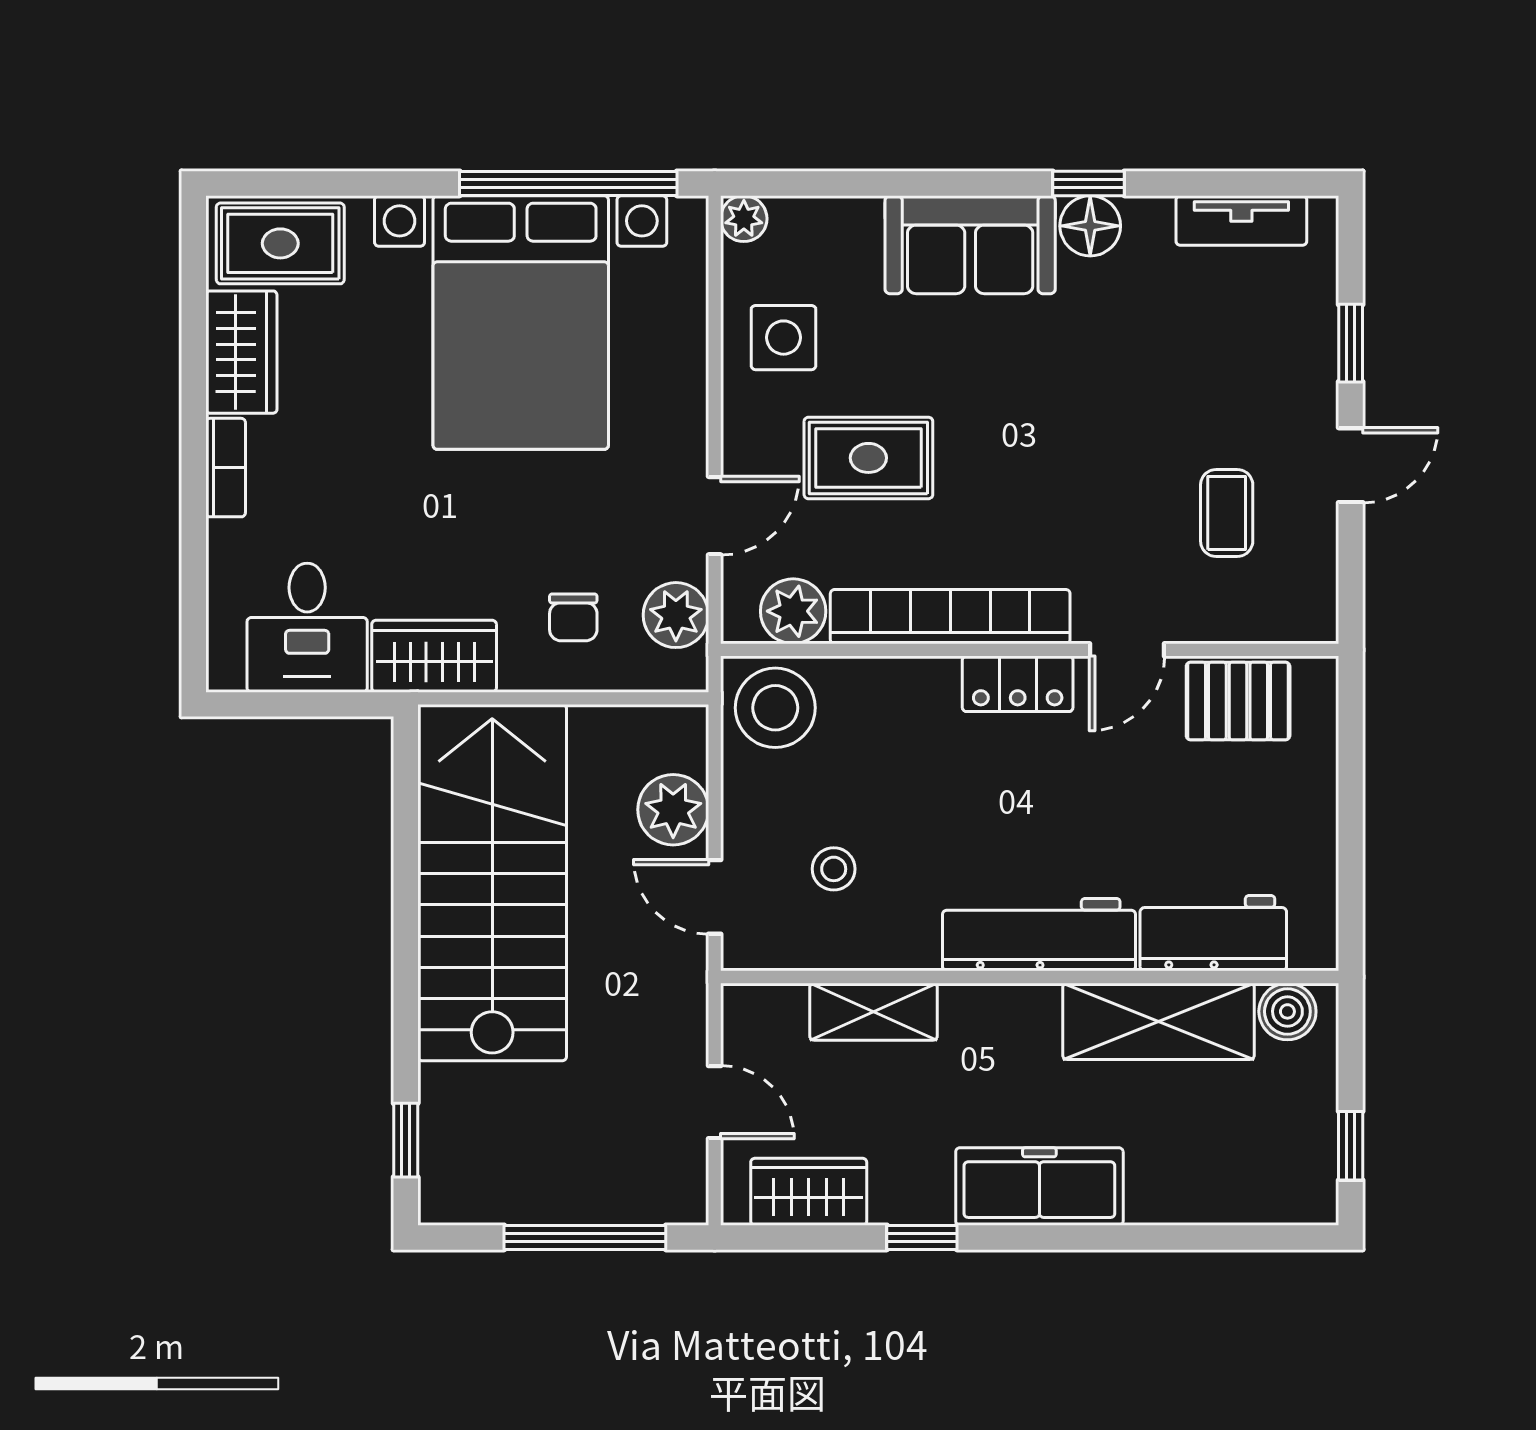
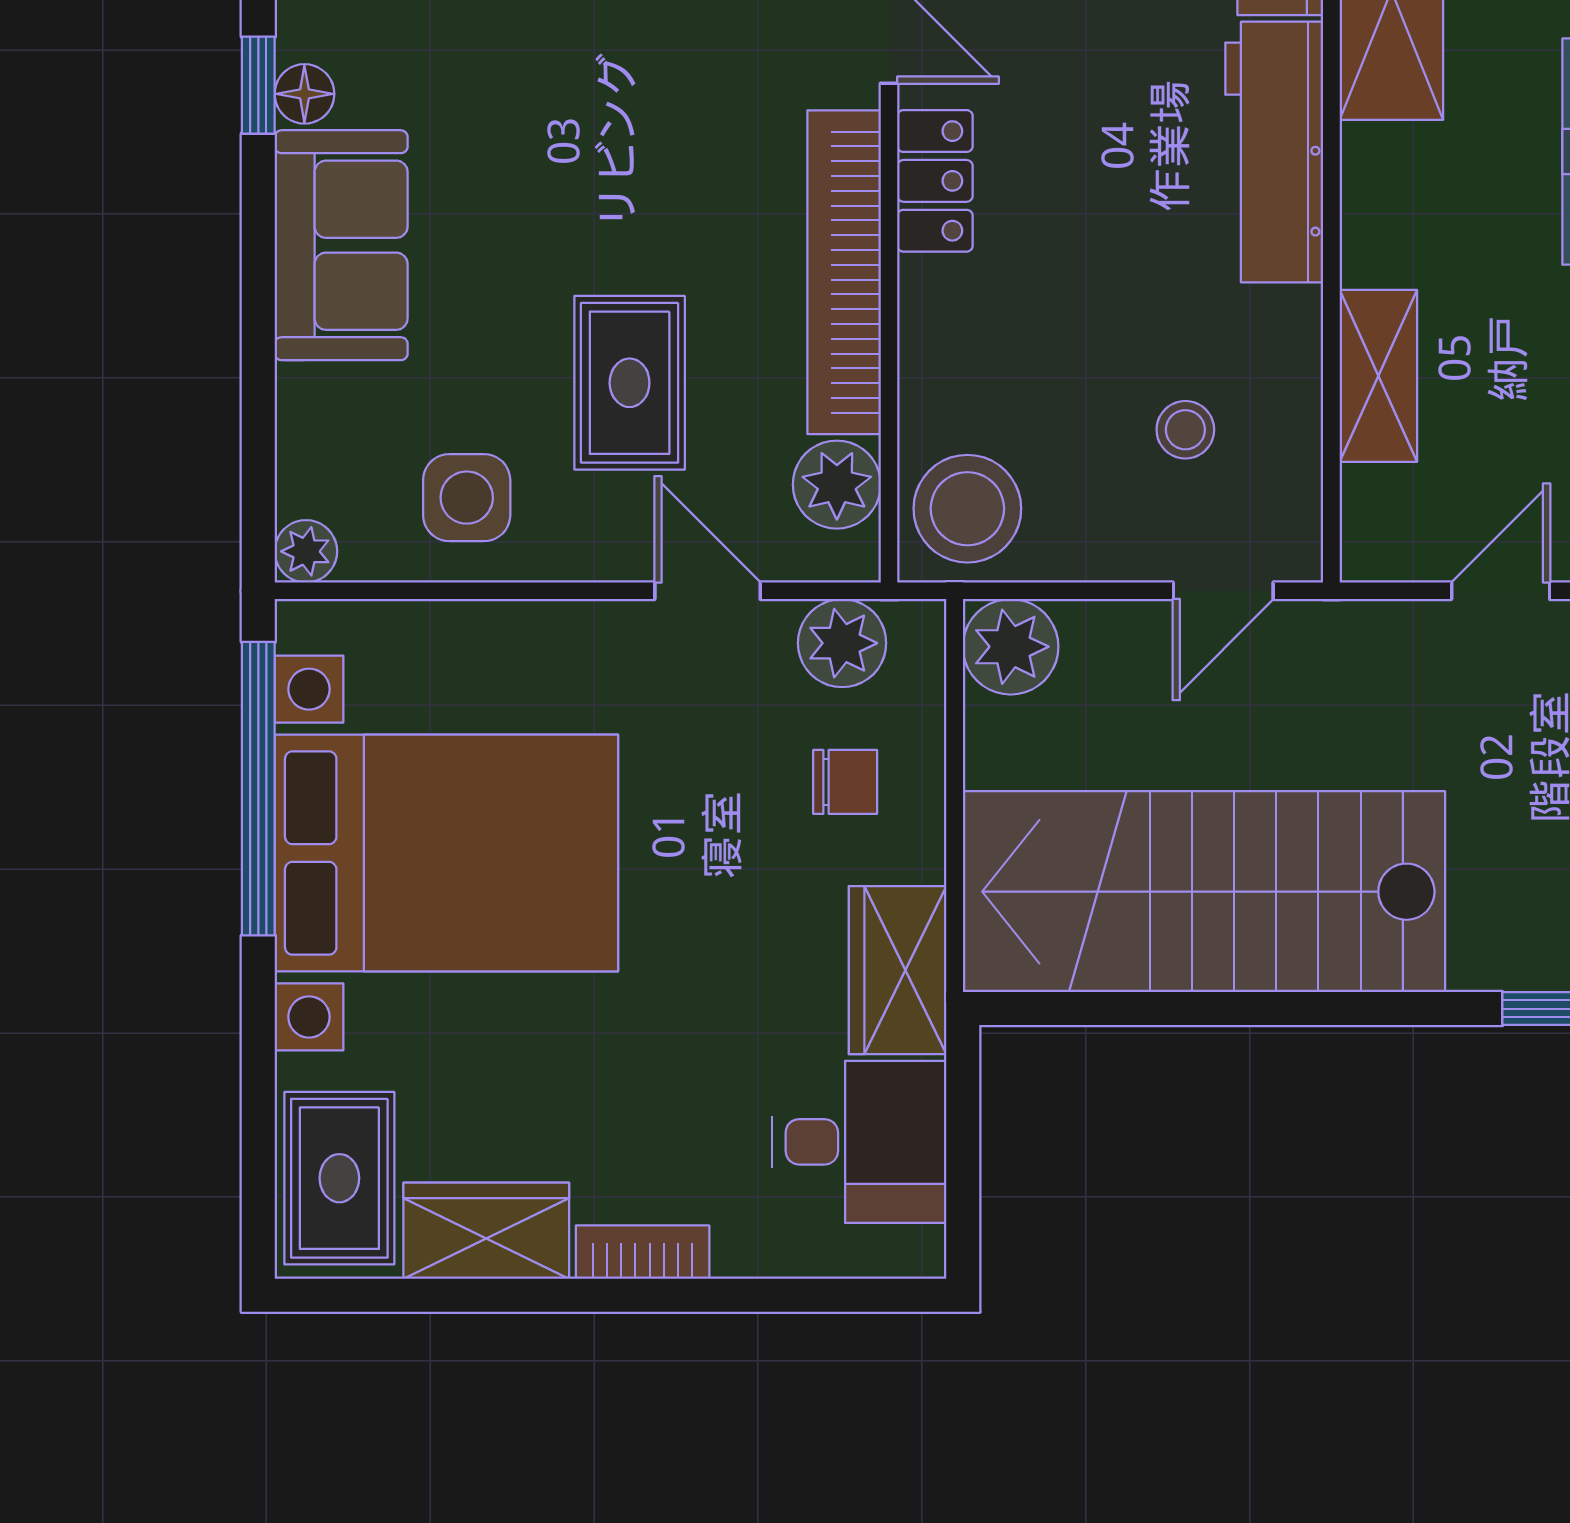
floor lamp: (1090, 226) -> (304, 94), width x0.73, depth x0.73
plant: (673, 810) -> (1011, 647), moved

